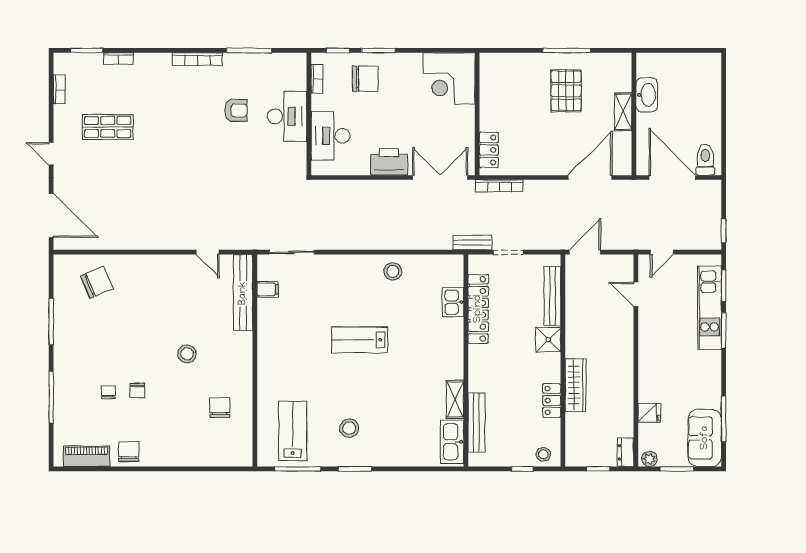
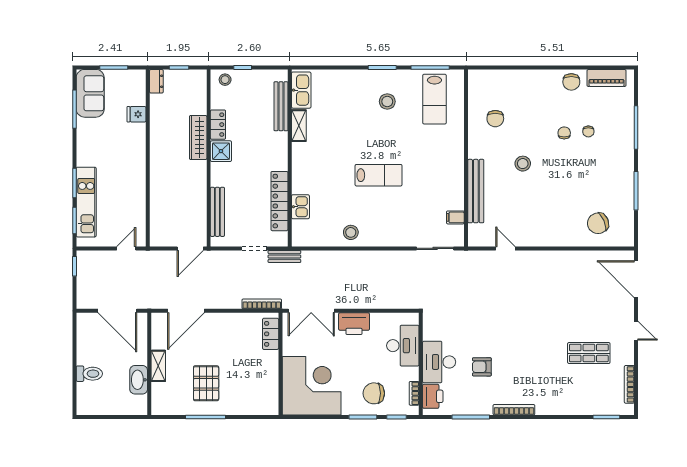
bookcase: (118, 59) -> (580, 410), removed
printer: (295, 75) -> (433, 396), added
corner desk: (449, 79) -> (312, 386), width x1.36, depth x1.36
bookcase: (59, 89) -> (629, 384), width x1.56
toilet: (705, 160) -> (89, 374), moved, turned -90
bench: (243, 293) -> (476, 191), moved
door: (636, 294) -> (148, 213), removed
shower: (548, 340) -> (221, 151), moved
plant: (649, 459) -> (136, 76), removed

